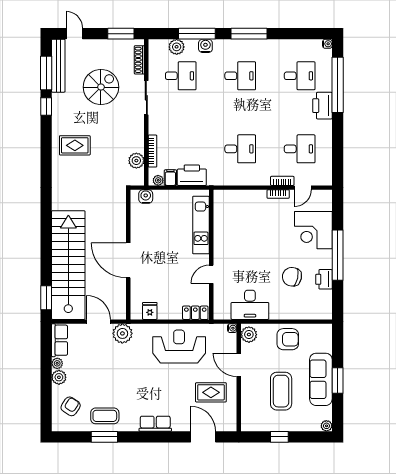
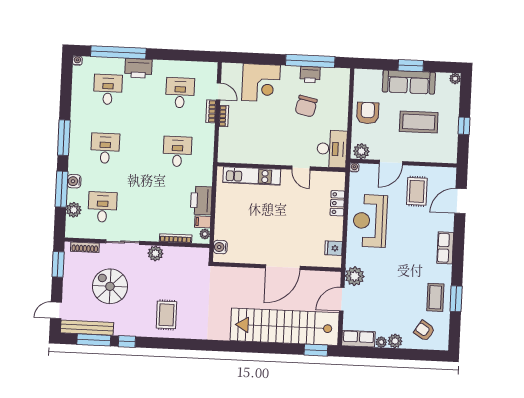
plant: (136, 161) -> (155, 253), moved
kitchen unit: (201, 225) -> (252, 176), moved
wall: (211, 255) -> (281, 167), moved
window: (338, 255) -> (310, 61), moved
door: (211, 274) -> (301, 168), moved

